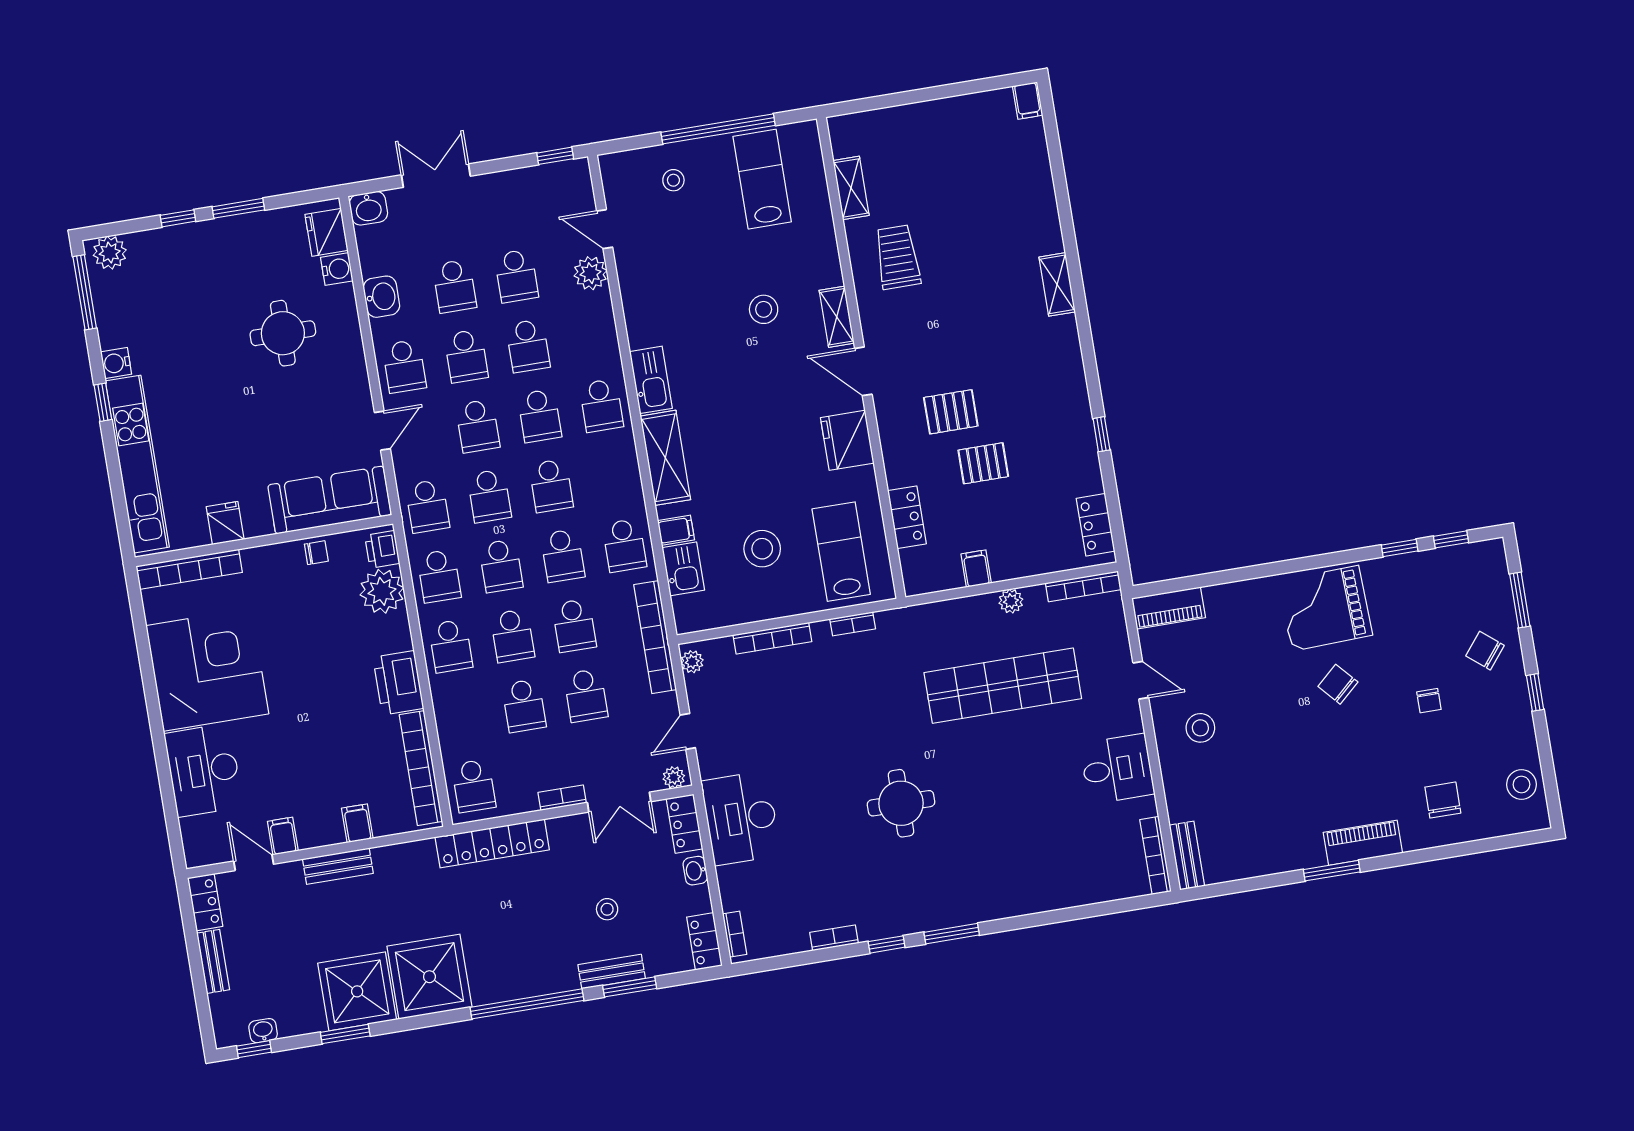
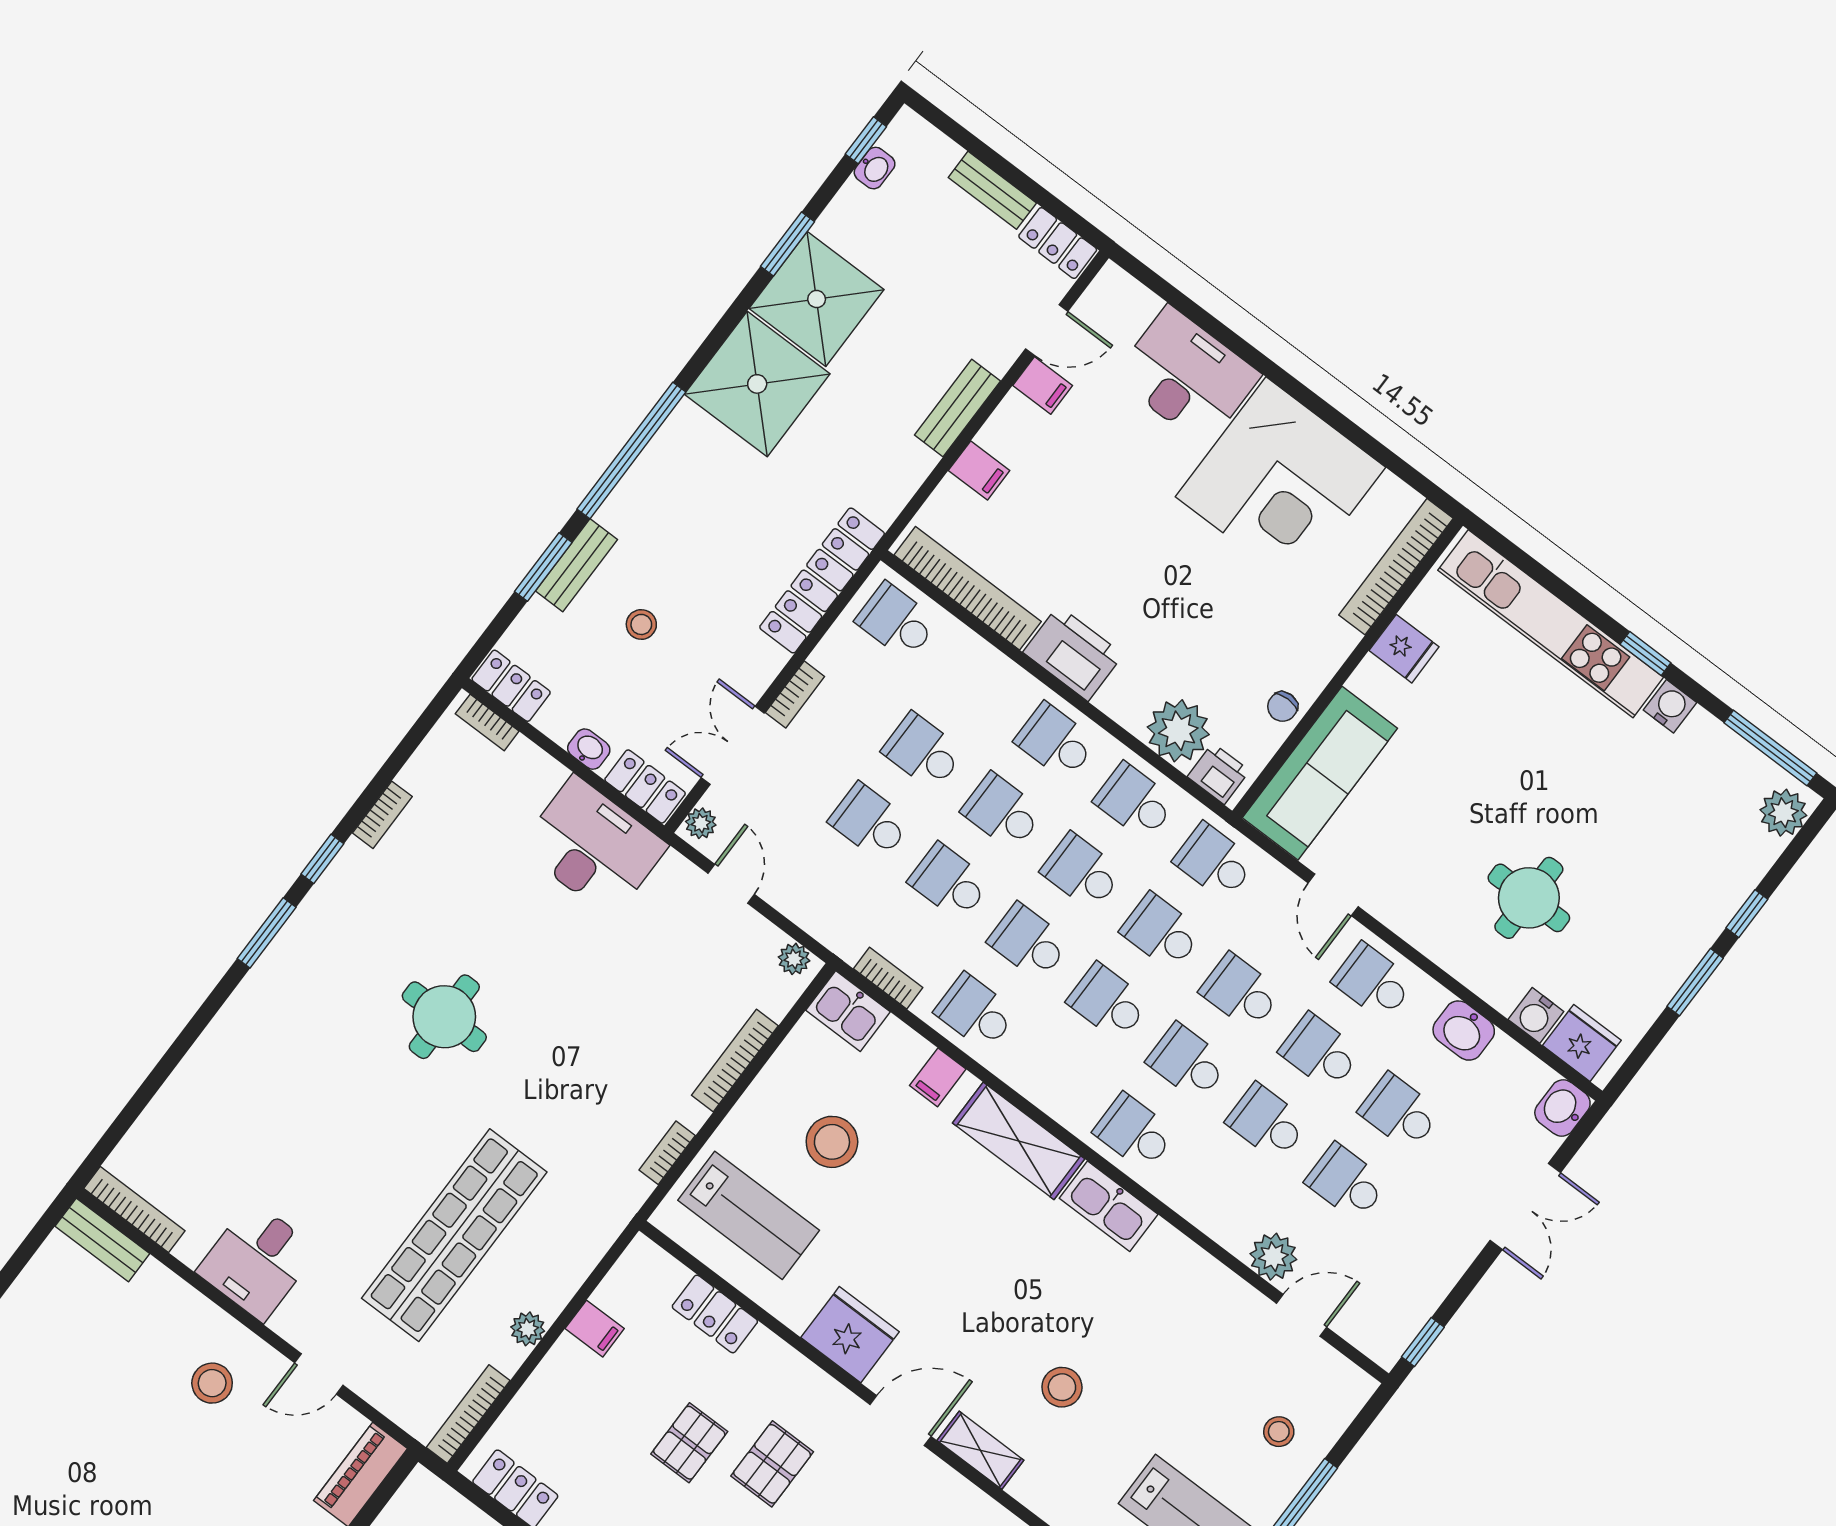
kitchen sink: (683, 569) -> (848, 1011), moved
bookcase: (655, 637) -> (888, 978), width x0.43, depth x0.76

